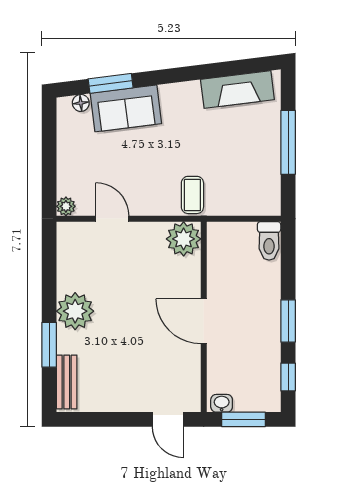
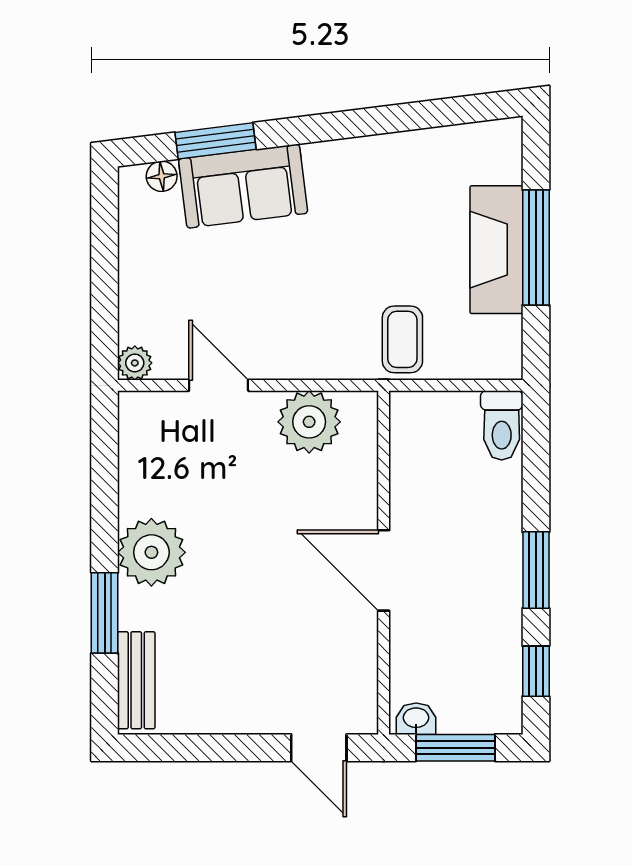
fireplace: (237, 89) -> (496, 250), moved, turned 97
coffee table: (192, 195) -> (402, 339), moved
plant: (184, 239) -> (309, 422), moved

